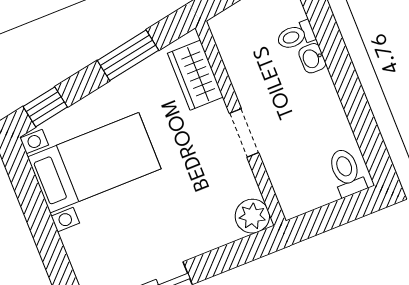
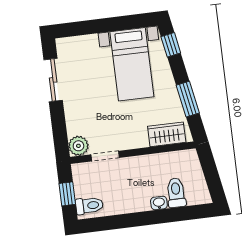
toilet: (296, 36) -> (176, 193), width x1.37, depth x1.39
doorway: (244, 133) -> (105, 156), moved
window: (337, 214) -> (67, 194), added

